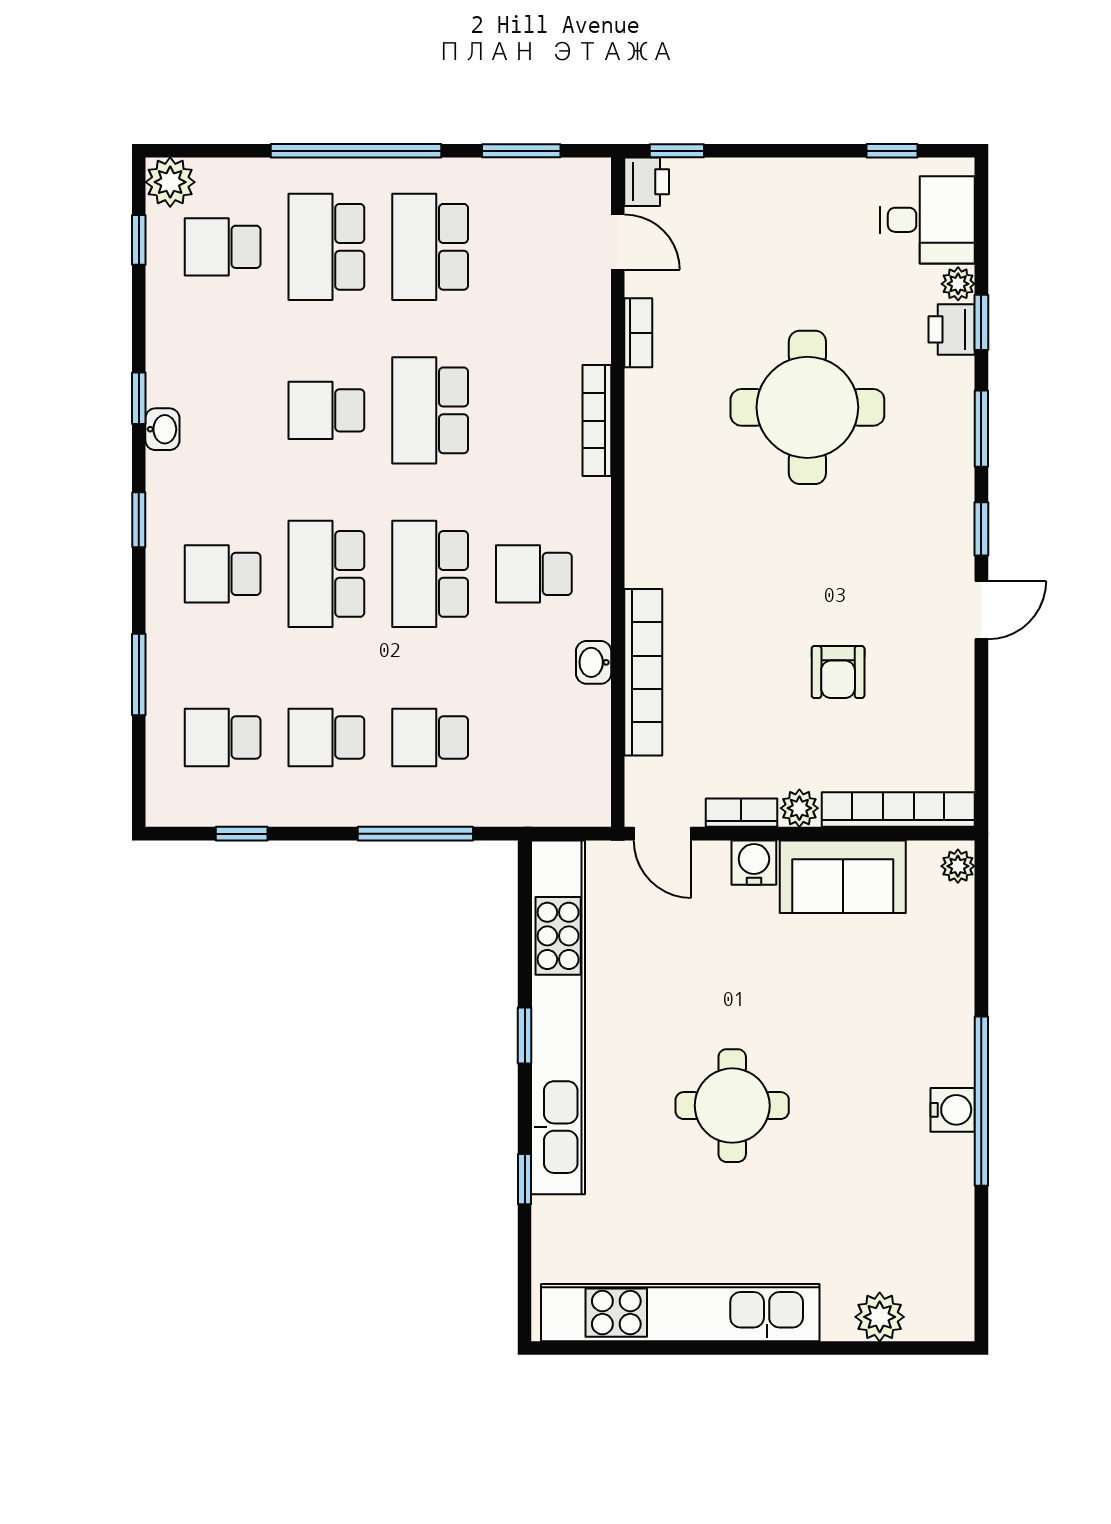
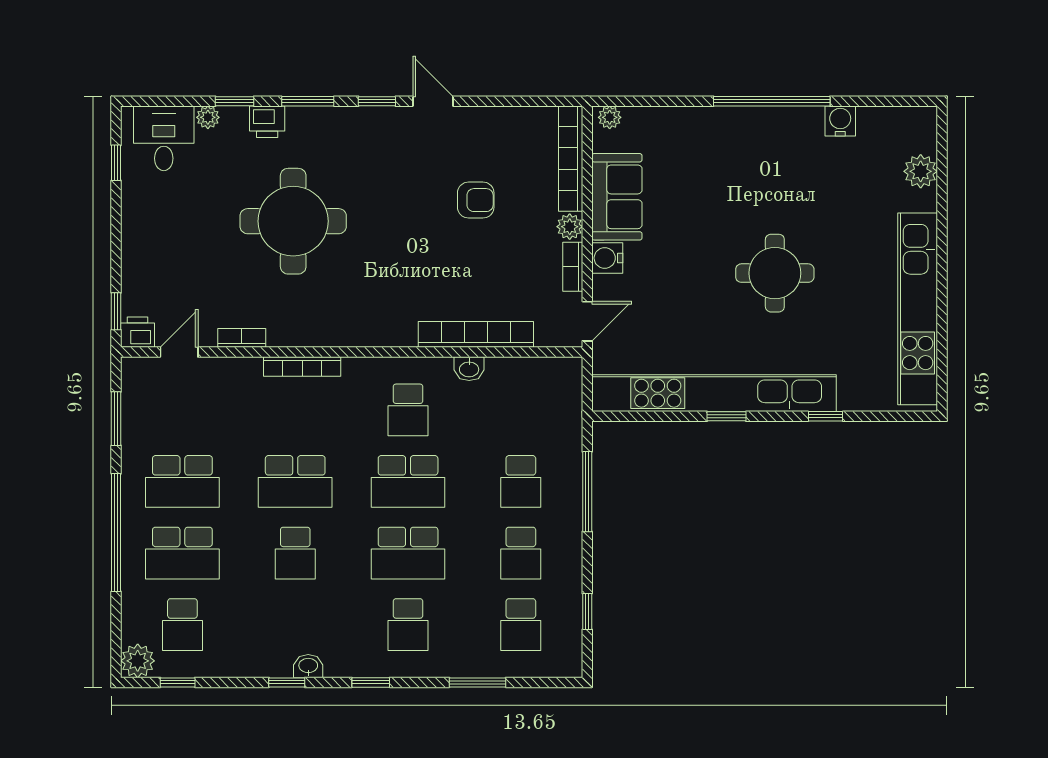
printer: (952, 329) -> (267, 122), moved
water cooler: (953, 1110) -> (840, 121), moved

